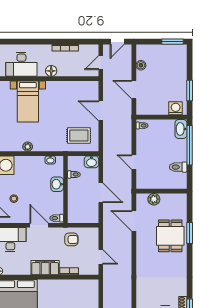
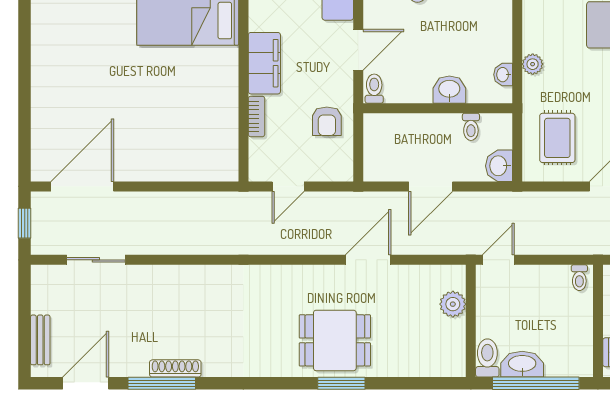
washbasin: (181, 129) -> (522, 364), moved
plant: (28, 147) -> (533, 64), moved
wall: (161, 191) -> (471, 321), moved
plant: (154, 199) -> (453, 304), moved

